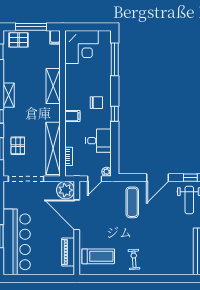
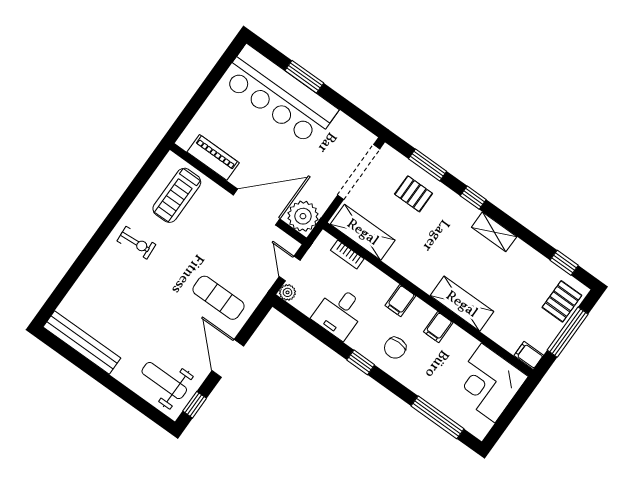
filing cabinet: (72, 89) -> (438, 327), added
shelving: (53, 148) -> (363, 232), width x0.68

